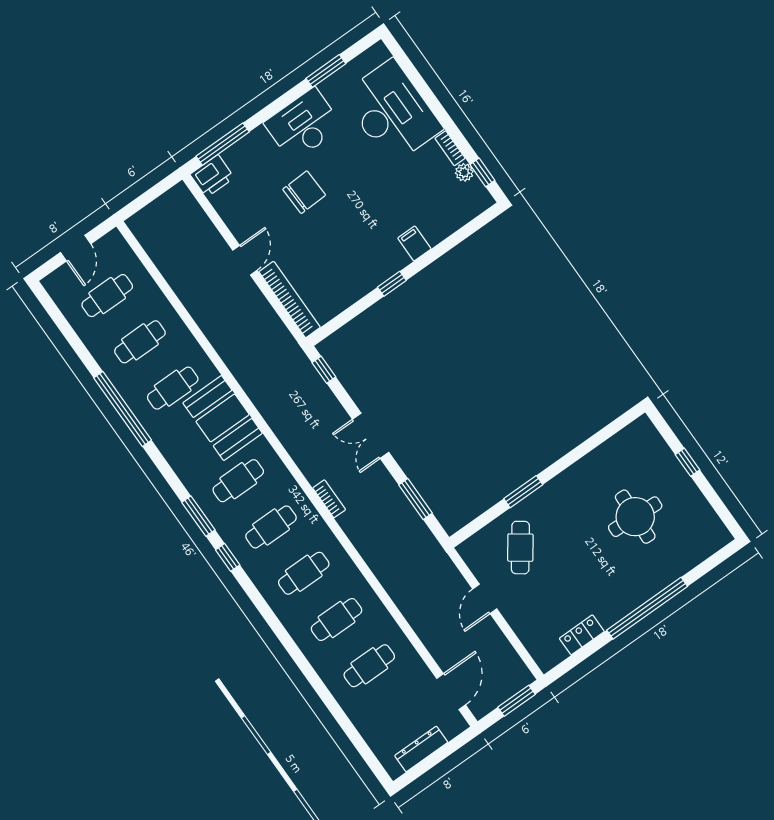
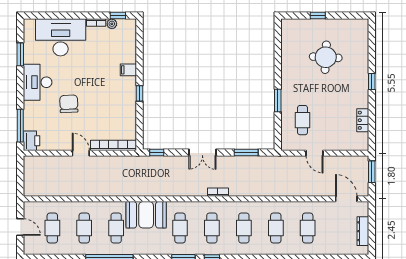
cafe table: (520, 548) -> (303, 120), turned 54
window: (647, 608) -> (372, 82), width x0.32

